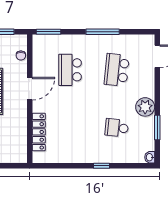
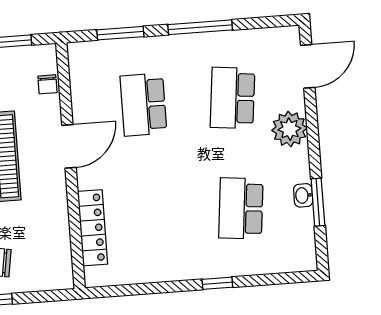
window: (48, 32) -> (120, 33), moved
plant: (145, 107) -> (289, 129), moved
school desk: (117, 128) -> (241, 208), width x1.85
washbasin: (150, 157) -> (303, 195), moved

